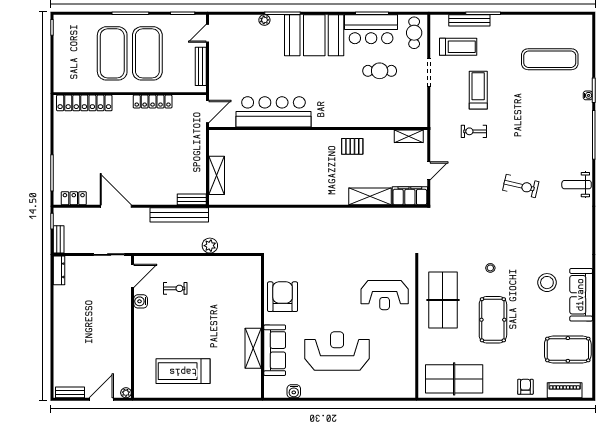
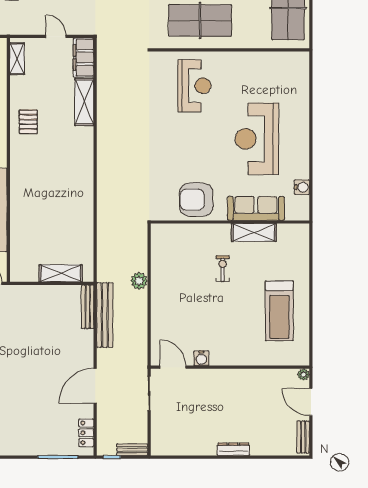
bench: (192, 199) -> (88, 307), width x1.36
dresser: (59, 270) -> (233, 449), moved
exercise bike: (175, 288) -> (223, 269), moved

